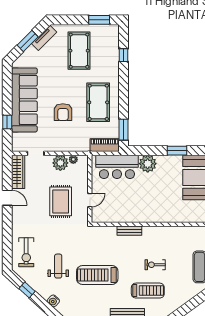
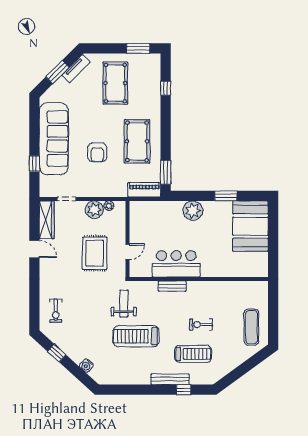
bar counter: (117, 167) -> (176, 264), moved, turned 180
exercise bike: (26, 252) -> (56, 311), width x0.73, depth x0.72
weight bench: (58, 266) -> (124, 303), moved

